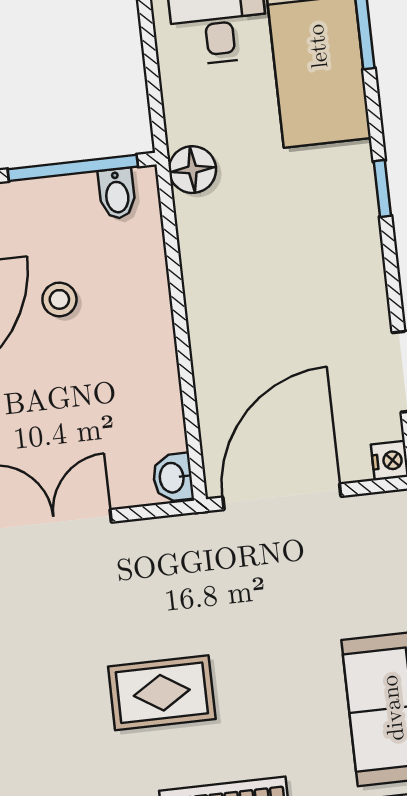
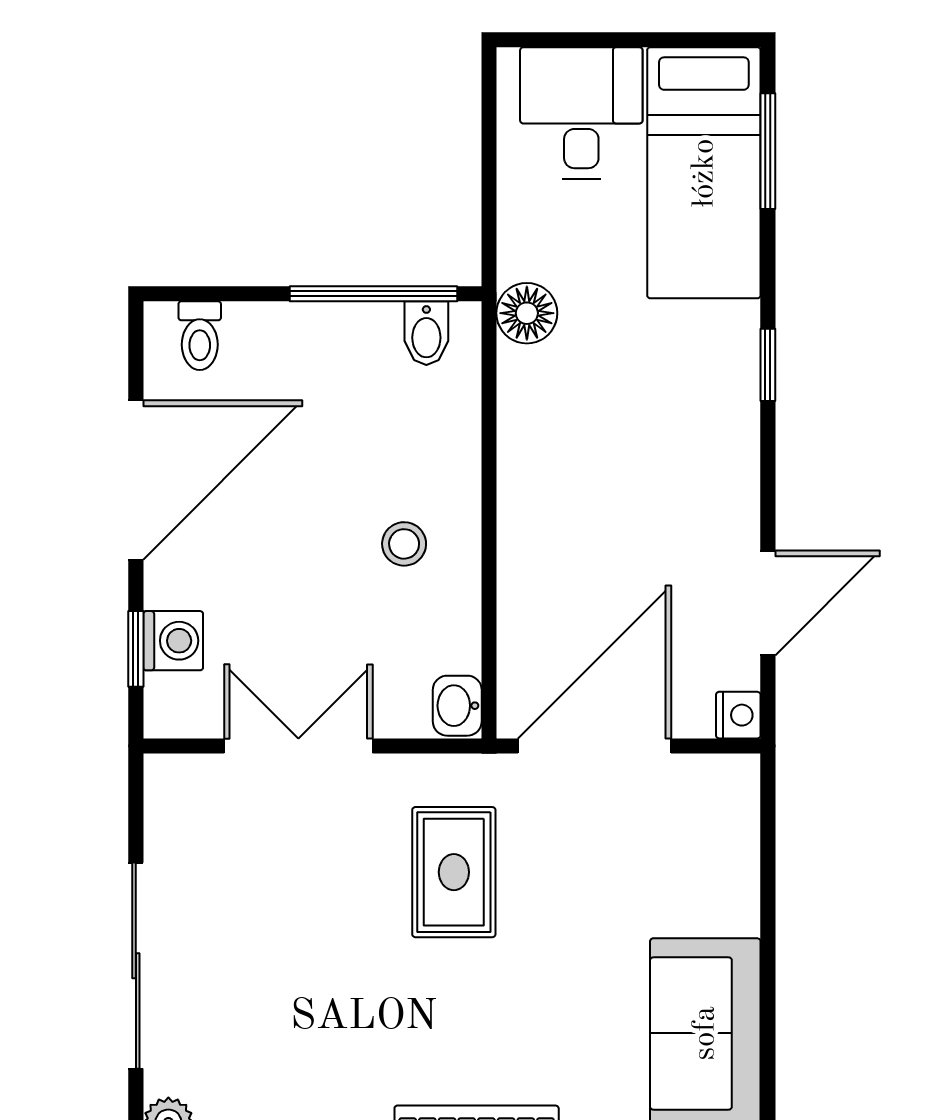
stool: (59, 299) -> (404, 544), moved
rug: (162, 693) -> (454, 872), moved, turned 90

